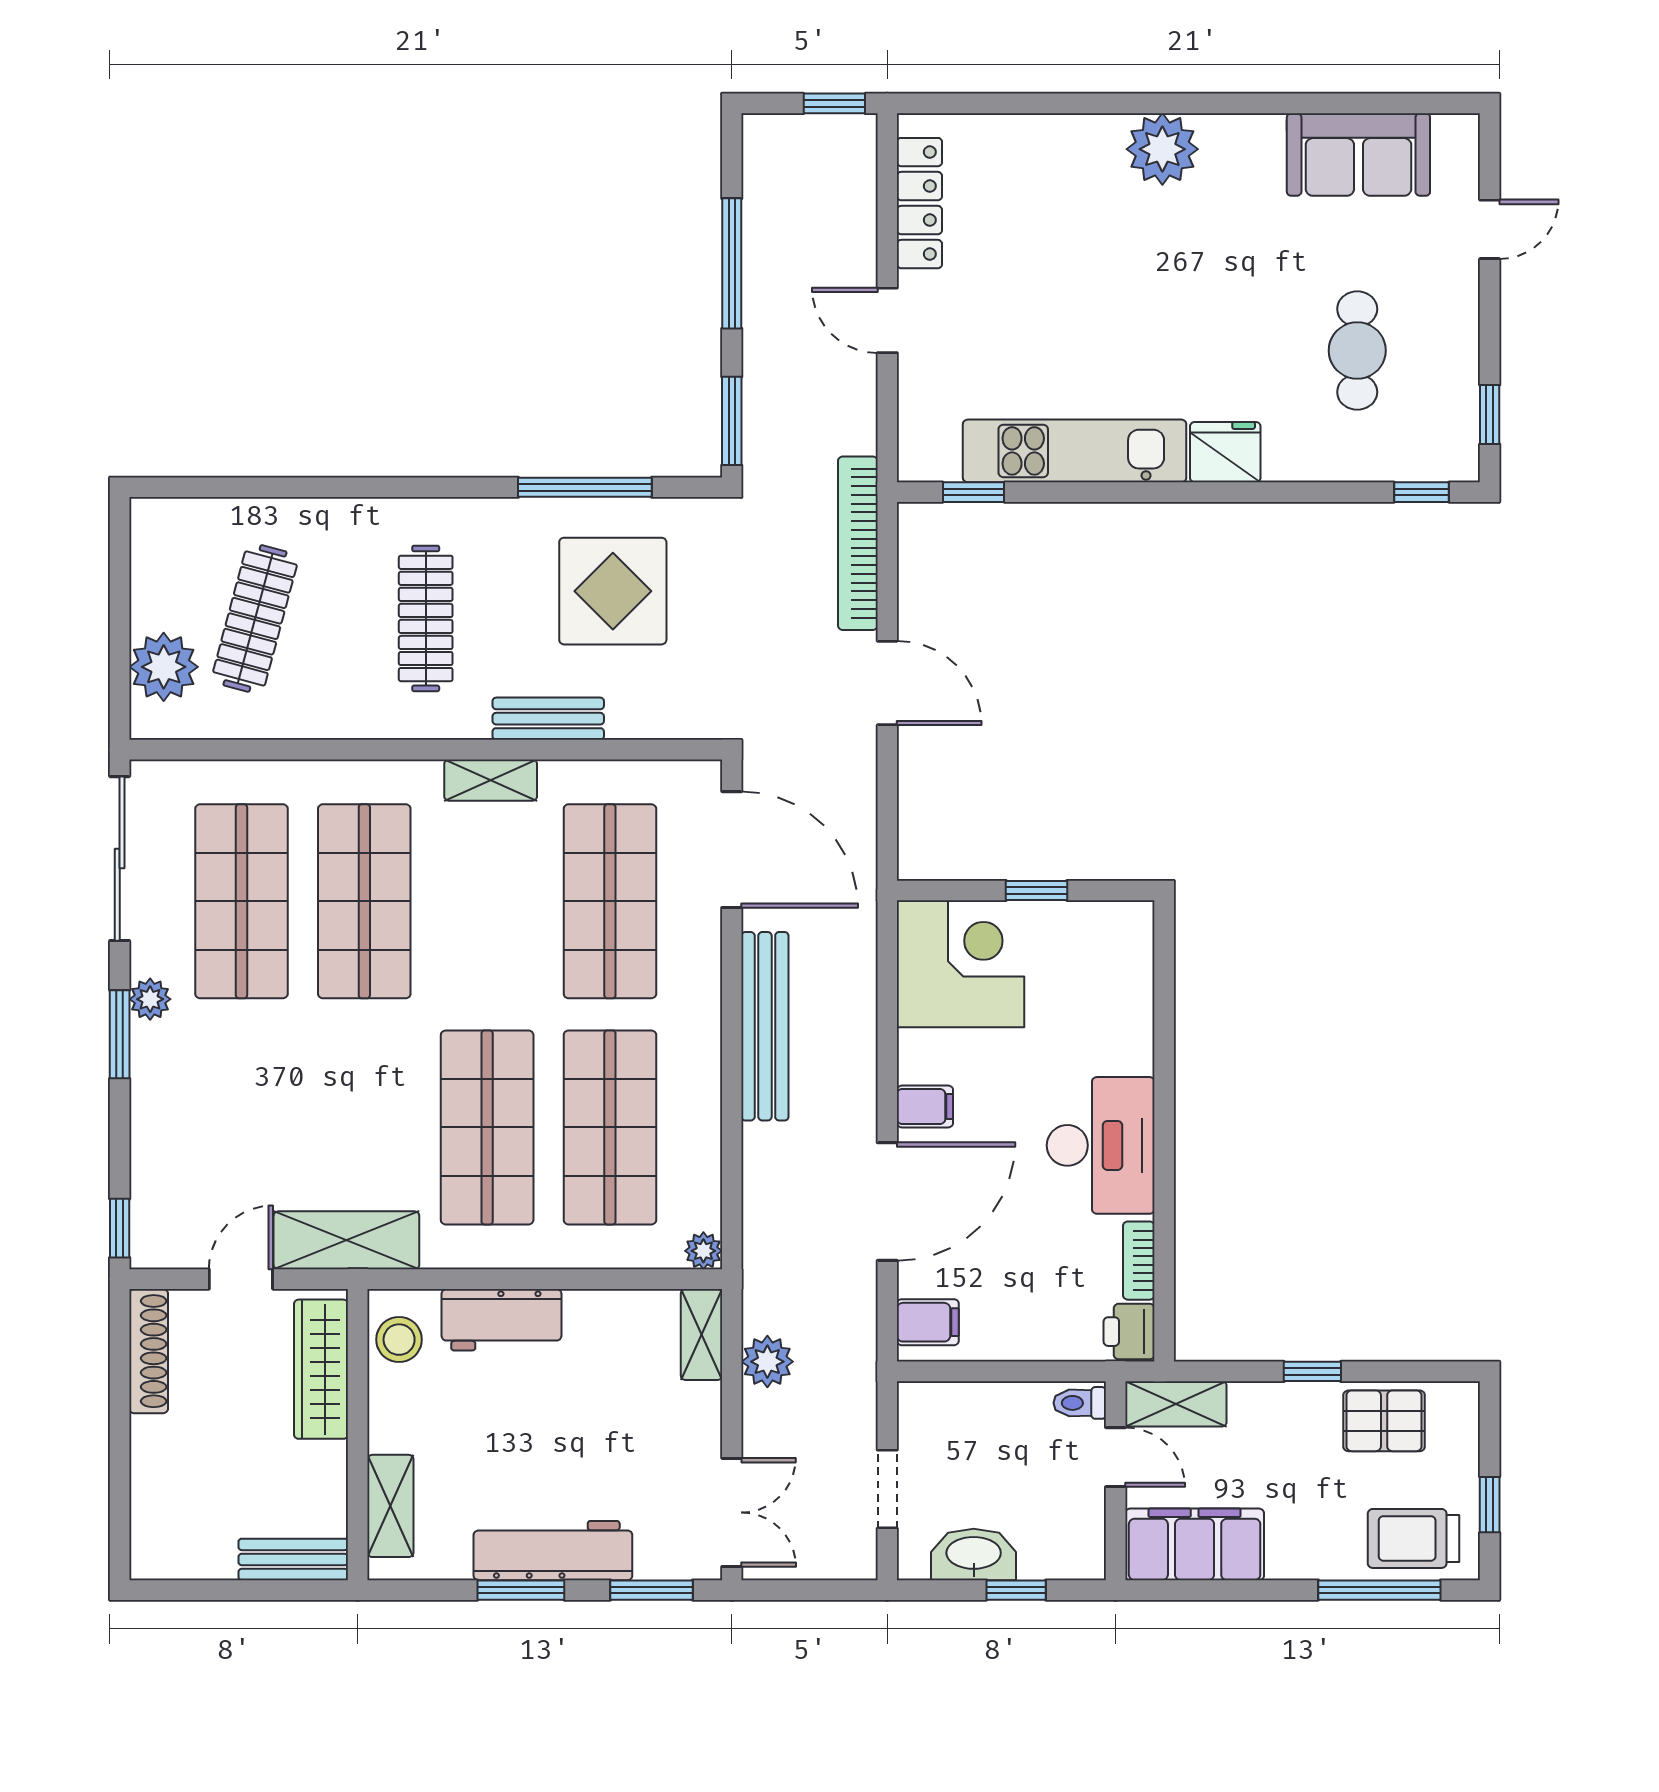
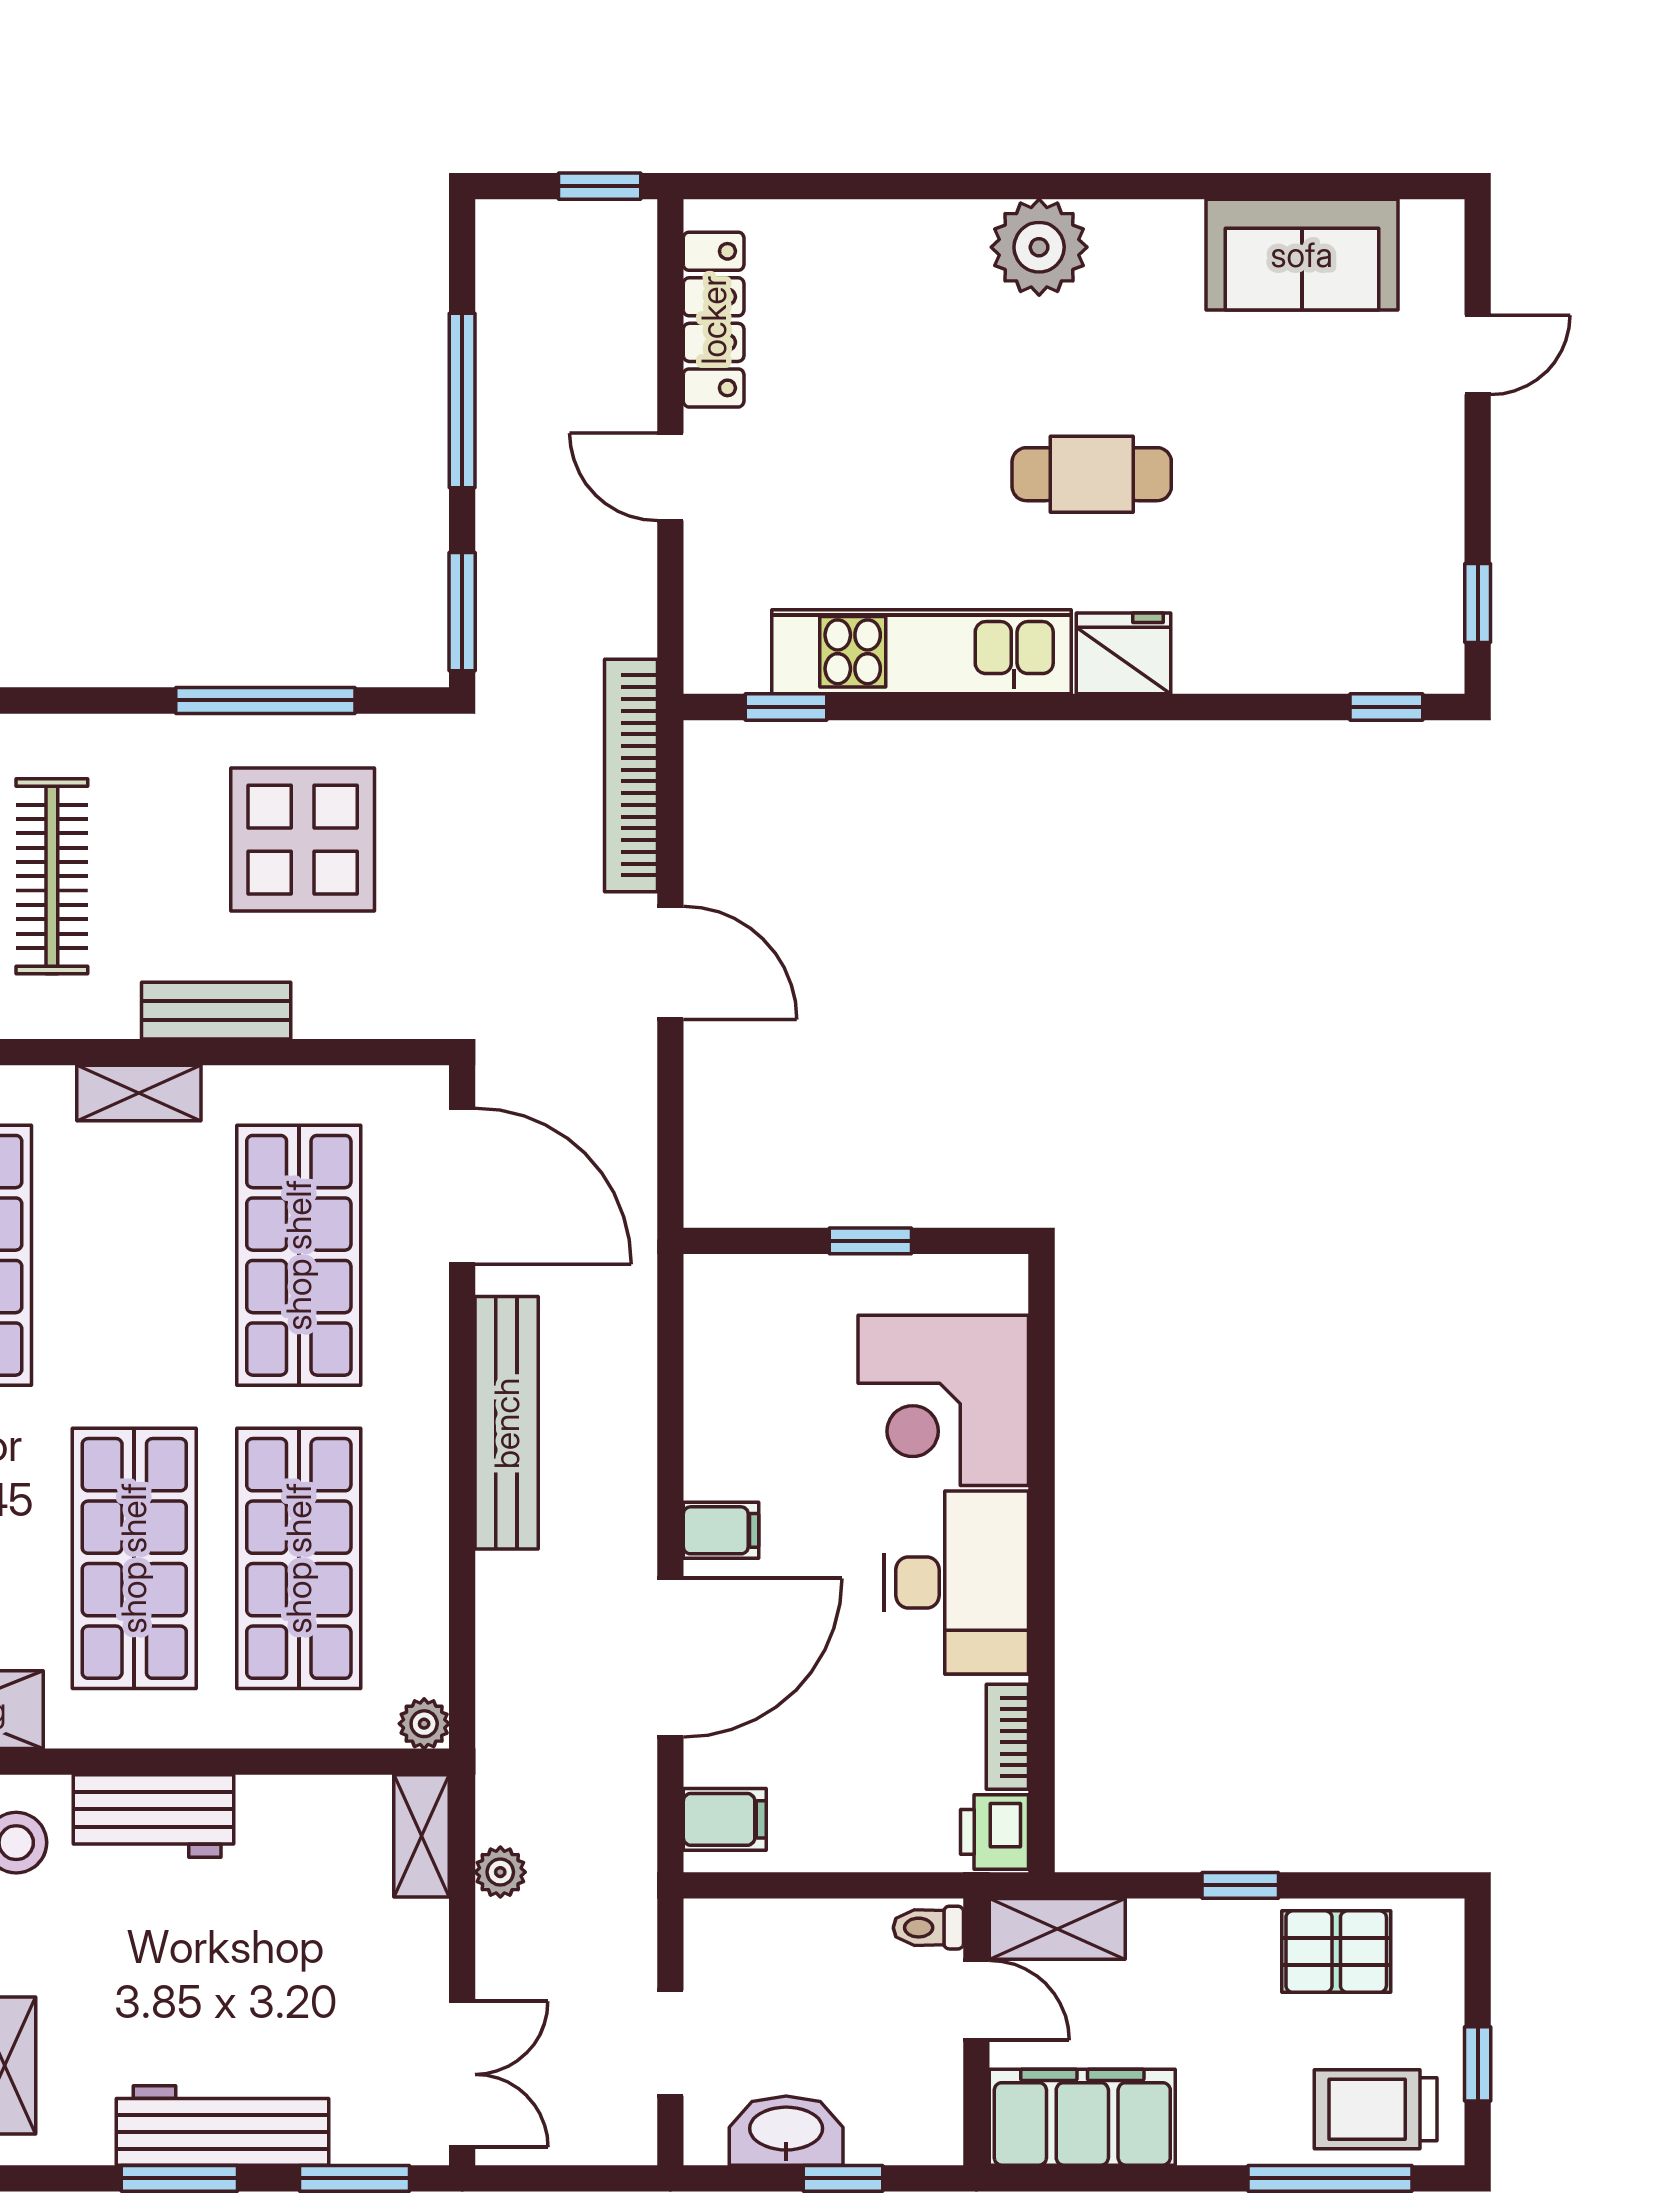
cafe table: (1357, 351) -> (1092, 474), moved, turned 90
corner desk: (960, 964) -> (943, 1400), moved, turned 180
plant: (767, 1362) -> (500, 1872), width x0.73, depth x0.73

